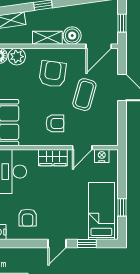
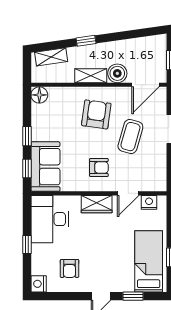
plant: (17, 57) -> (58, 96), removed

